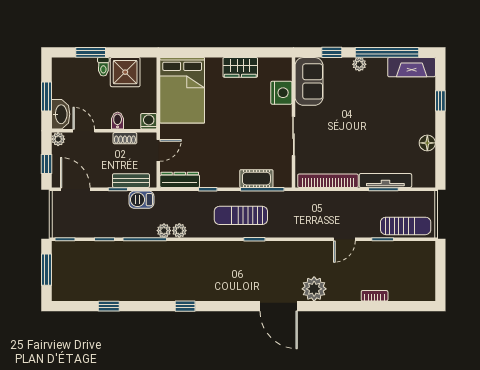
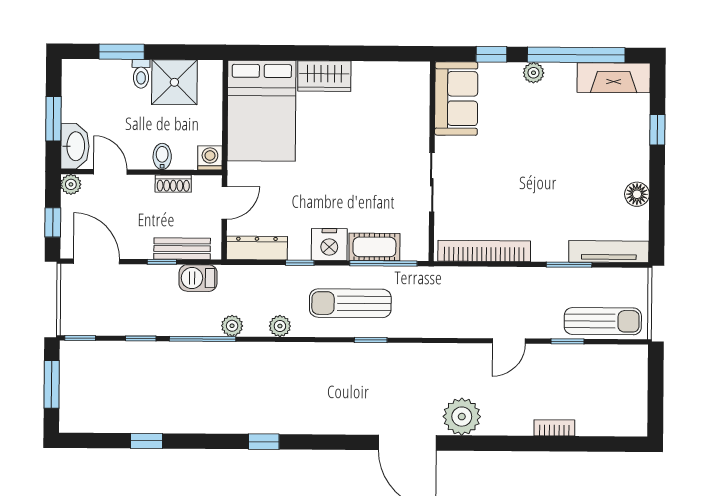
wardrobe: (240, 67) -> (324, 76), moved
nightstand: (281, 93) -> (329, 244), moved, turned 90
tv unit: (385, 180) -> (609, 252), moved
plant: (179, 231) -> (280, 326), moved

